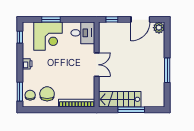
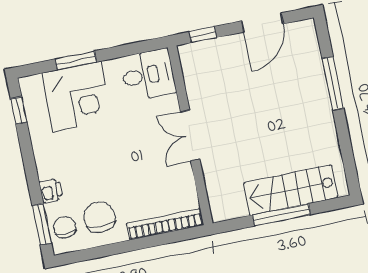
plant: (159, 28) -> (305, 32), removed
printer: (27, 64) -> (51, 191), moved
double door: (97, 65) -> (190, 136), swing flipped
window: (167, 70) -> (333, 83), moved
stairs: (120, 99) -> (291, 190), moved

